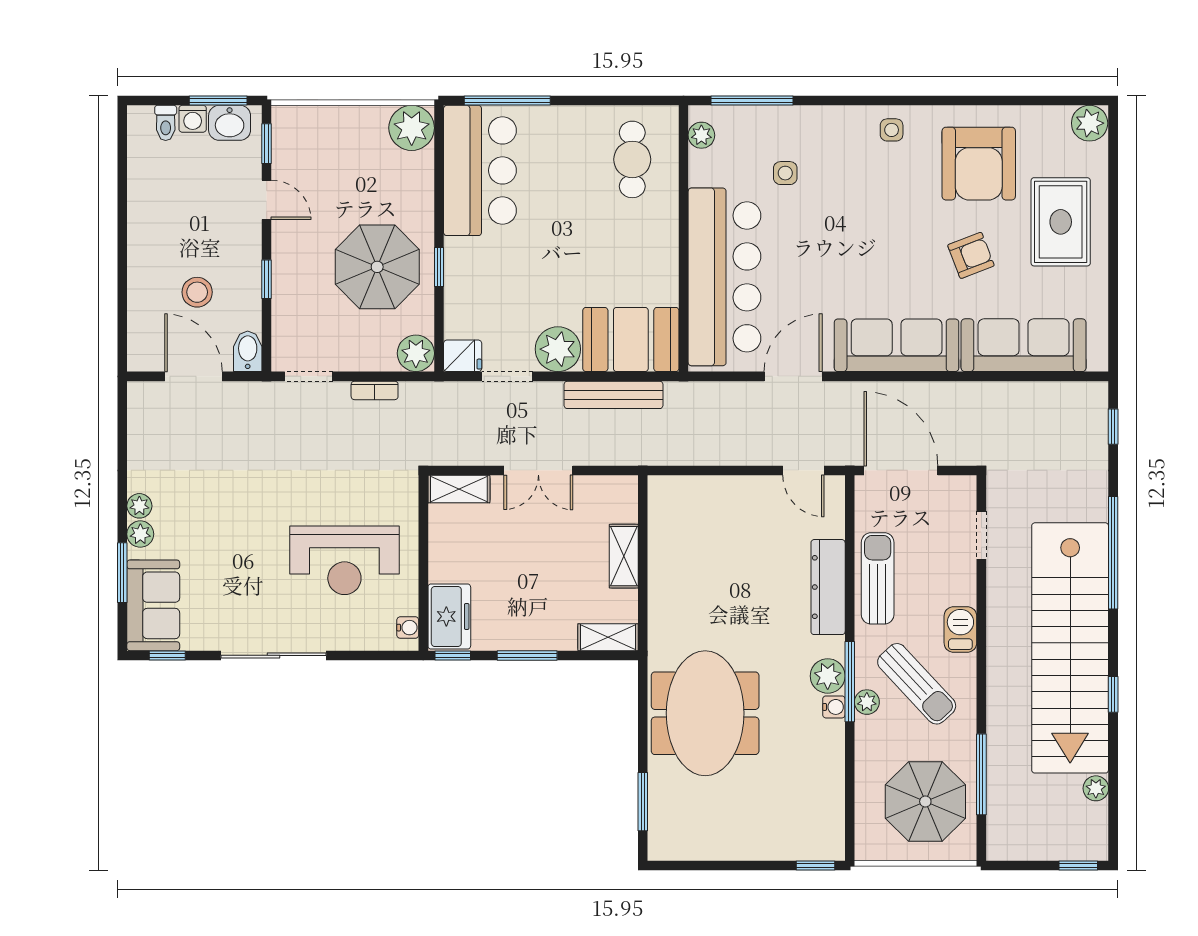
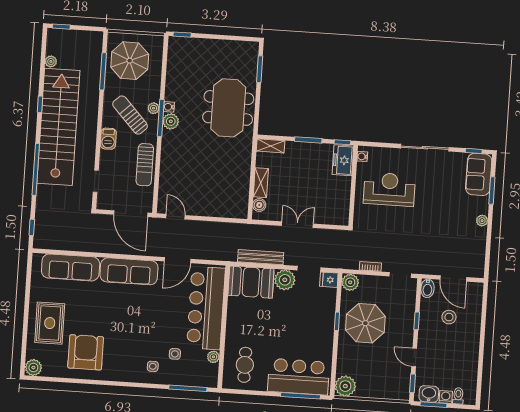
side table: (892, 130) -> (153, 366), moved
plant: (701, 135) -> (213, 357), moved
bar counter: (480, 170) -> (298, 377), moved, turned 90
armchair: (971, 255) -> (92, 310), removed
shelving: (459, 489) -> (335, 219), removed
boiler: (624, 508) -> (259, 205), added
plant: (140, 534) -> (482, 208), removed
dresser: (828, 587) -> (168, 162), removed

